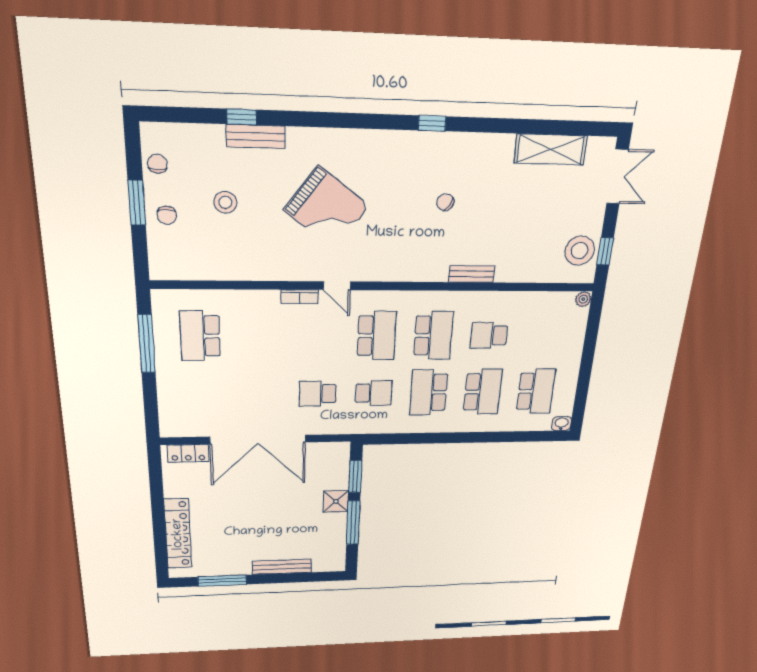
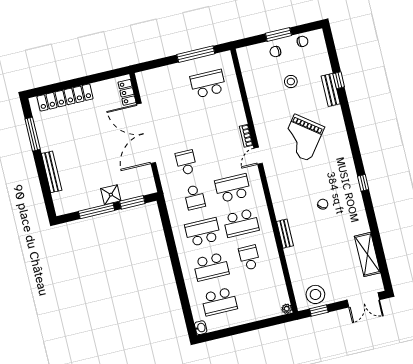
school desk: (377, 336) -> (233, 188), turned 180

